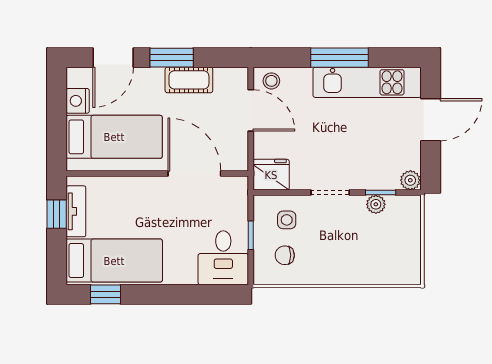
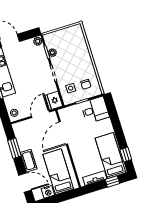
window: (172, 58) -> (14, 148), moved
cot: (189, 80) -> (29, 161), moved
door: (251, 110) -> (41, 114), moved
window: (57, 214) -> (112, 181), moved

